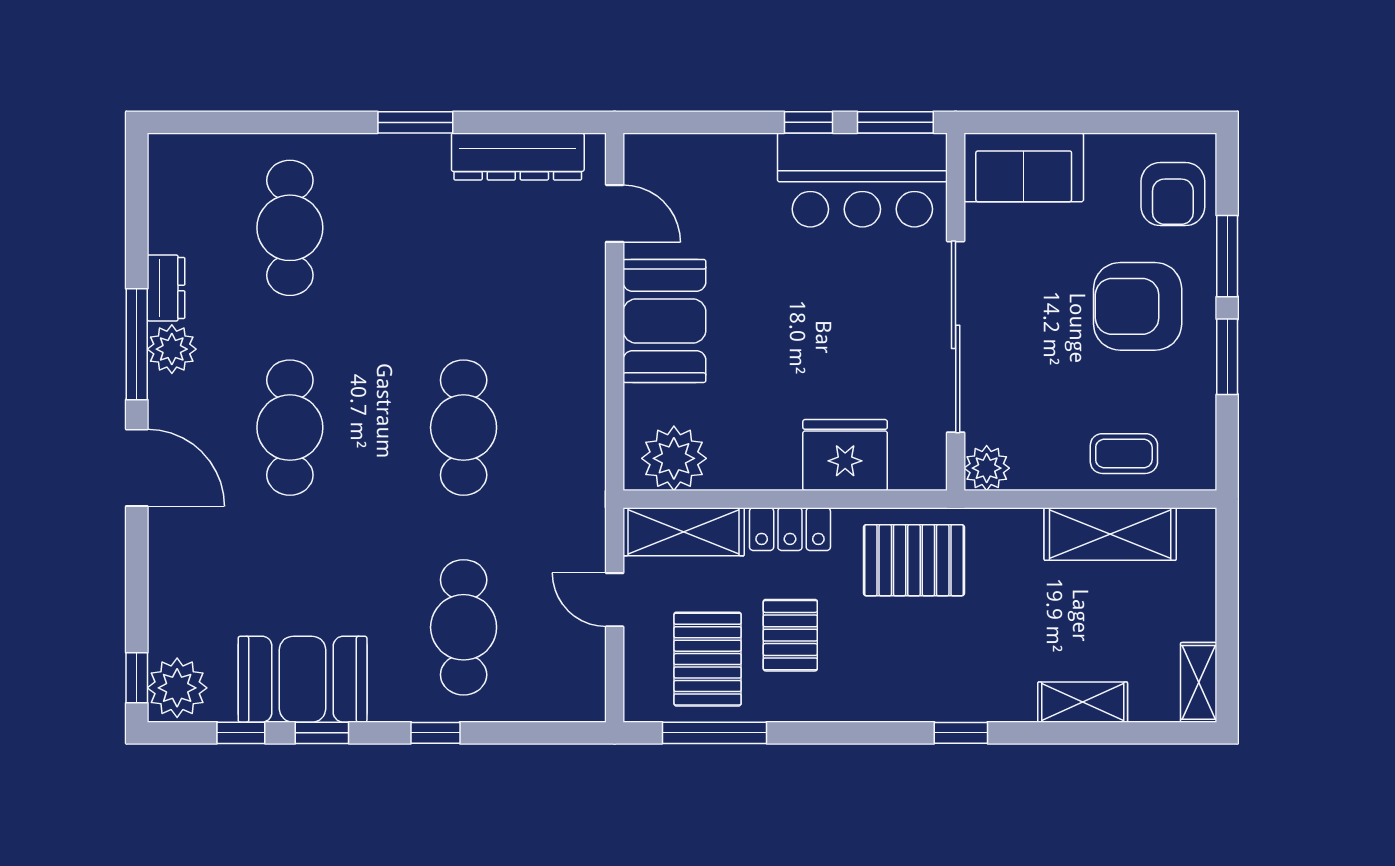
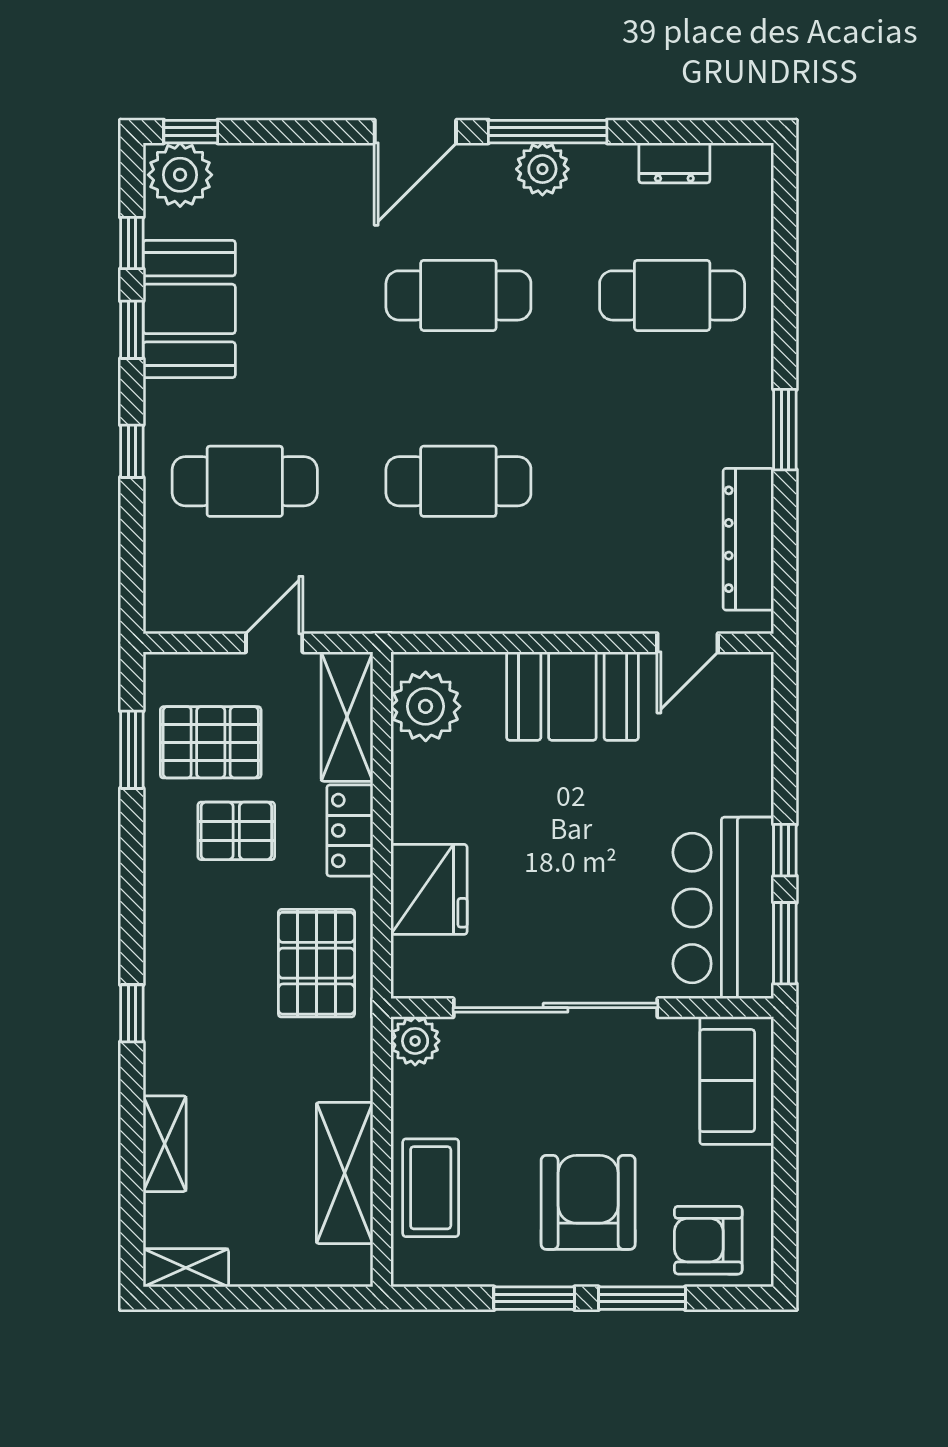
dresser: (166, 288) -> (674, 163), moved
coffee table: (1124, 454) -> (431, 1188), width x1.36, depth x1.30
window: (714, 733) -> (132, 750), width x0.69

